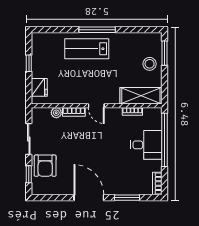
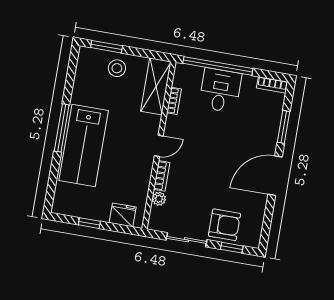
lab bench: (87, 49) -> (84, 146), width x1.36, depth x1.39

